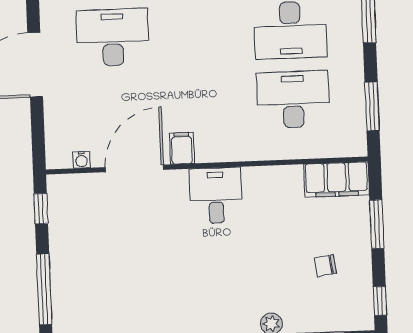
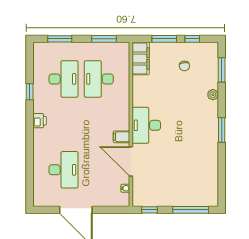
desk: (113, 37) -> (63, 170), turned 180
desk: (216, 195) -> (146, 125), width x1.37
window: (380, 301) -> (192, 39), moved

